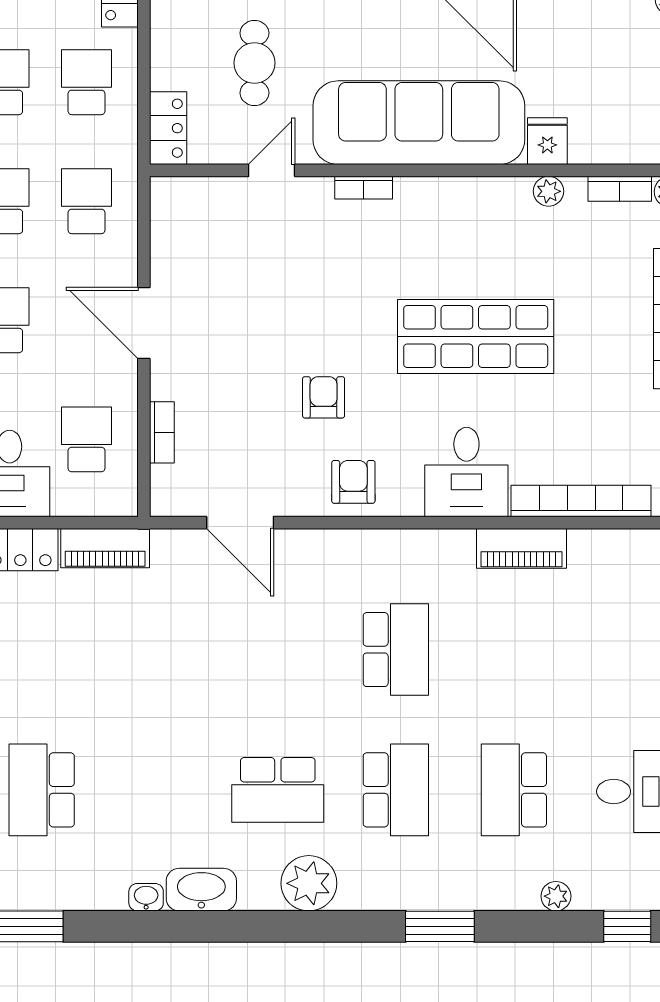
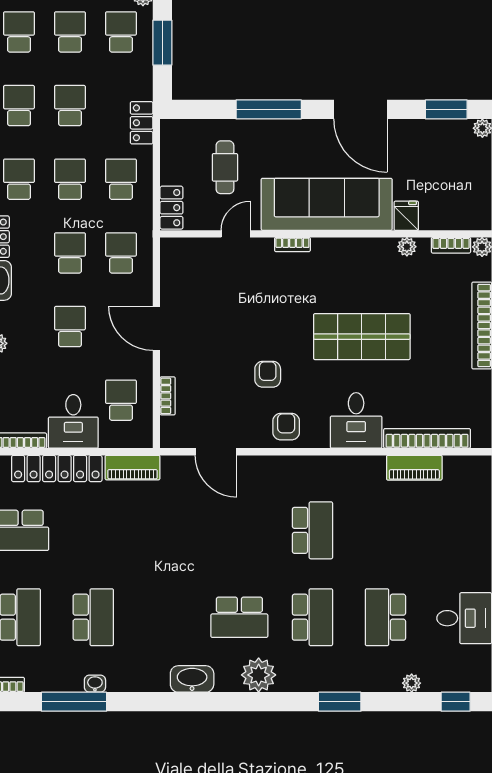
piano: (521, 548) -> (414, 468), moved
school desk: (42, 790) -> (93, 617), turned 180
washbasin: (146, 897) -> (95, 684), moved

